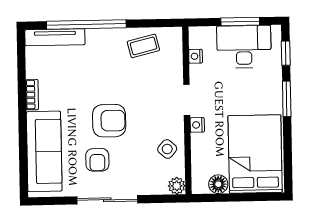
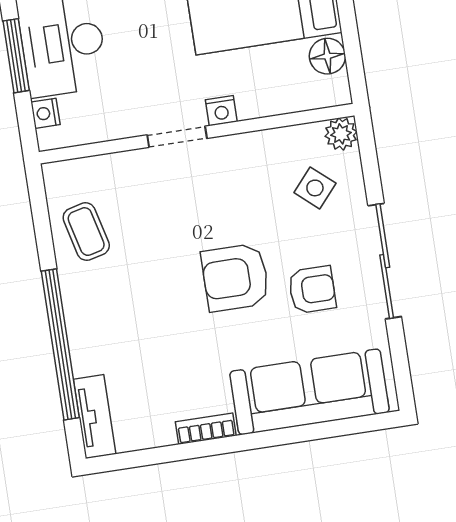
tv unit: (55, 37) -> (95, 417), width x0.71
nightstand: (196, 56) -> (45, 113), moved, turned 90
armchair: (109, 121) -> (235, 277), turned -90
side table: (167, 149) -> (315, 188), moved

